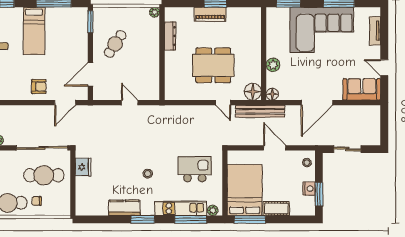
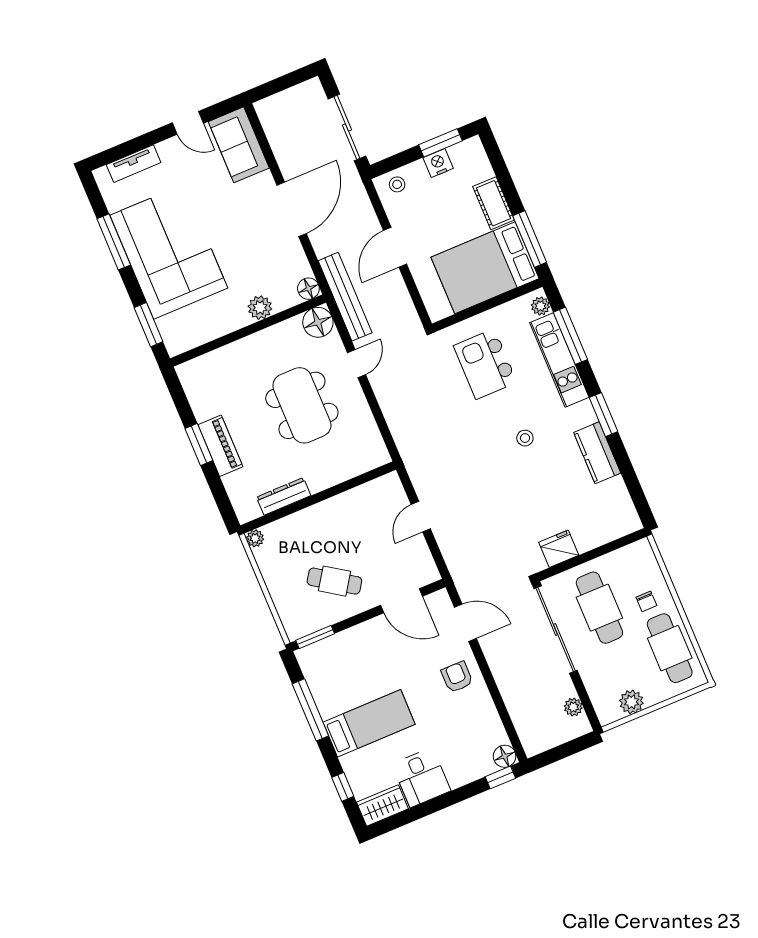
door: (384, 68) -> (188, 123), hinge flipped
door: (317, 103) -> (292, 209), hinge flipped
sliding door: (347, 149) -> (347, 127), width x1.37

